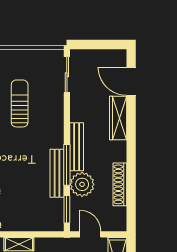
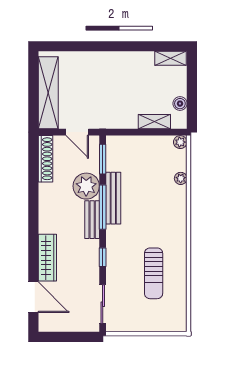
window: (67, 118) -> (103, 257), added
bench: (77, 147) -> (92, 220), width x0.73
shoe rack: (120, 184) -> (45, 159), moved

